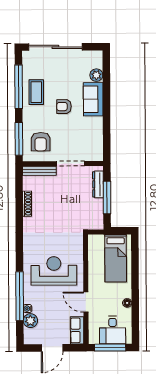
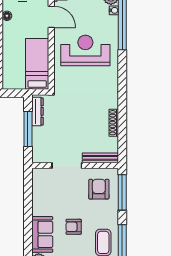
armchair: (64, 107) -> (74, 227), turned 180
dresser: (98, 184) -> (37, 111), moved
bed: (116, 258) -> (37, 64), moved
reception desk: (54, 271) -> (85, 50), turned 180

